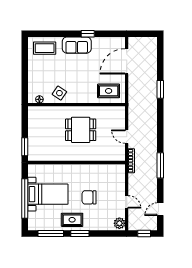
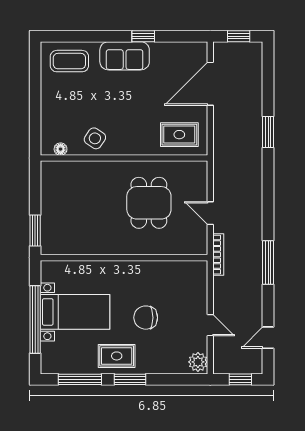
window: (143, 34) -> (239, 36), added
dining table: (81, 130) -> (149, 203), moved, turned 90

